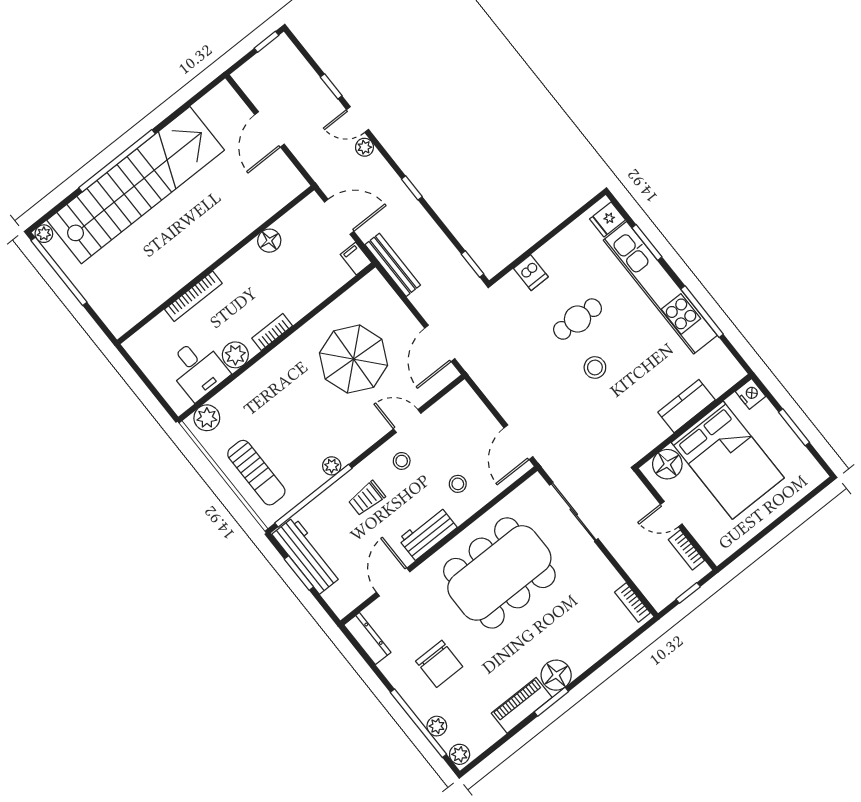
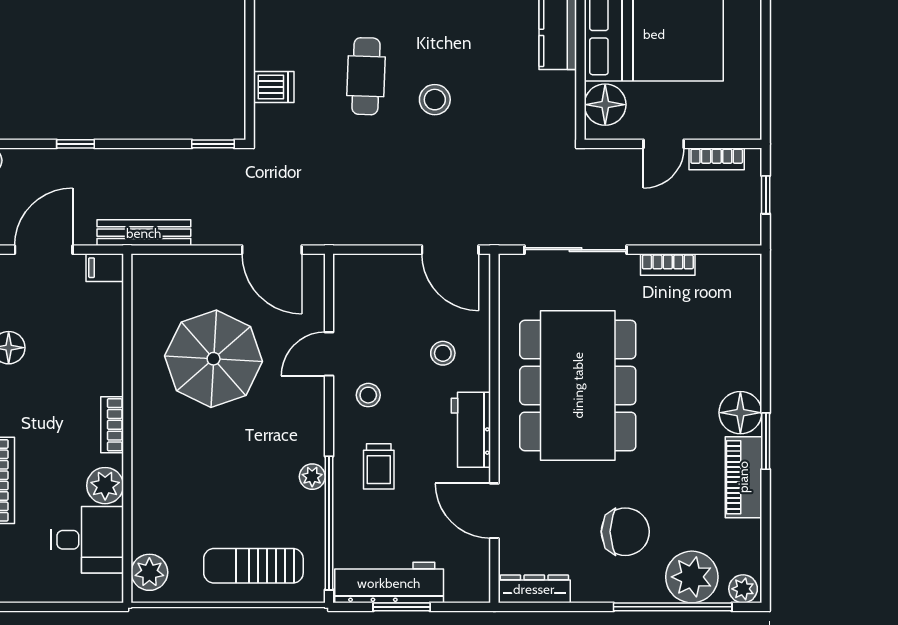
sun lounger: (256, 473) -> (253, 566), turned 180
bookcase: (632, 602) -> (668, 265), moved
plant: (437, 726) -> (692, 577), width x1.88, depth x1.88

